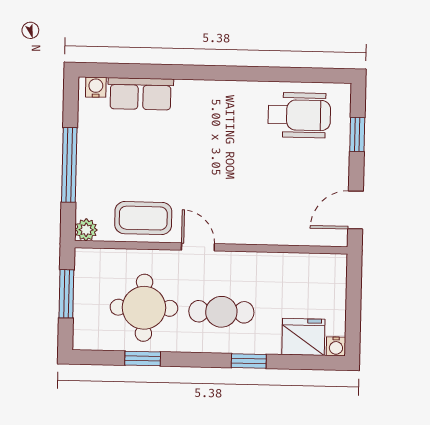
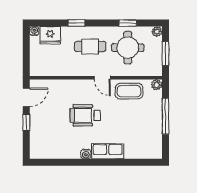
water cooler: (96, 87) -> (86, 154), moved
row of seats: (141, 94) -> (108, 151), moved
wheelchair: (299, 115) -> (85, 115), moved
window: (357, 134) -> (26, 122), moved
plant: (83, 340) -> (157, 32), added

